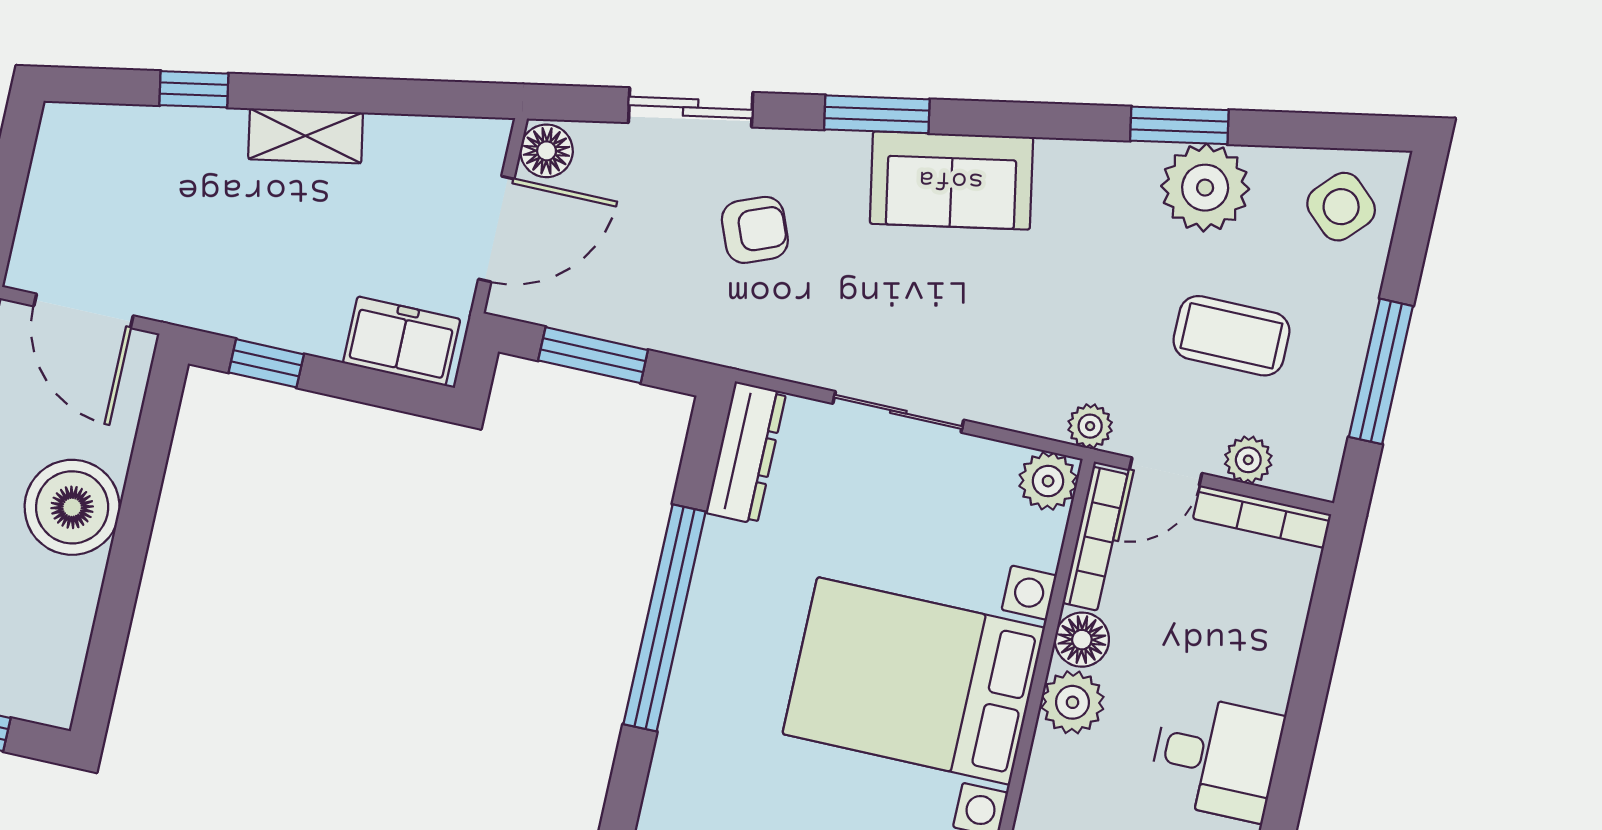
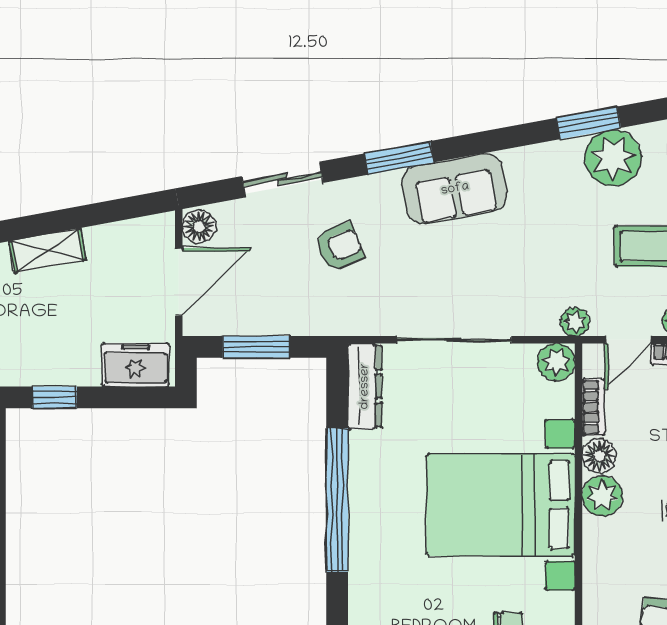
sliding door: (898, 412) -> (454, 340), width x1.37
bookcase: (1095, 539) -> (593, 407), width x0.64

